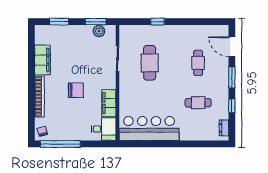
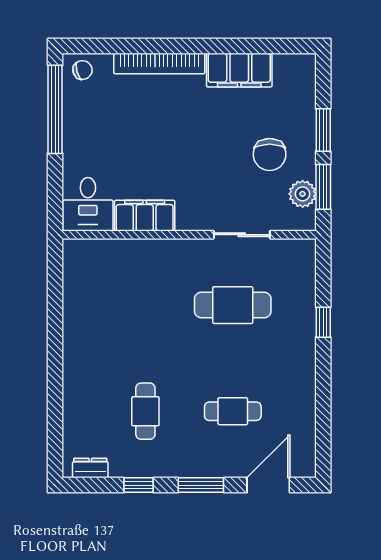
window: (59, 22) -> (323, 130), moved
chair: (76, 90) -> (270, 154), moved
bar counter: (149, 129) -> (89, 304), removed

